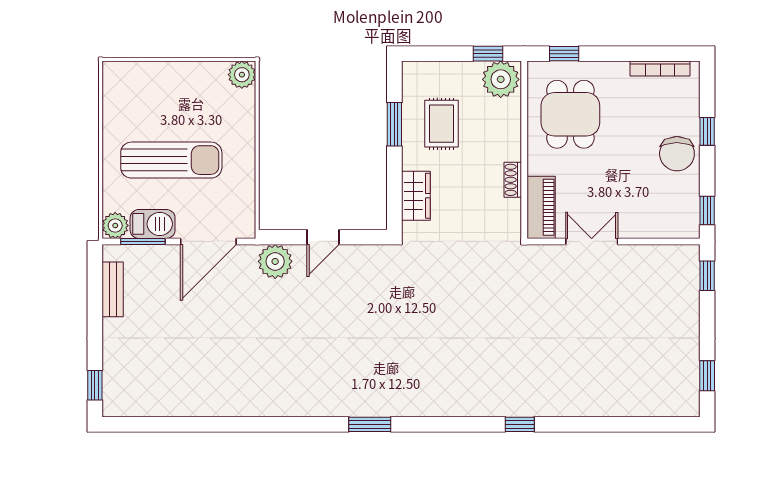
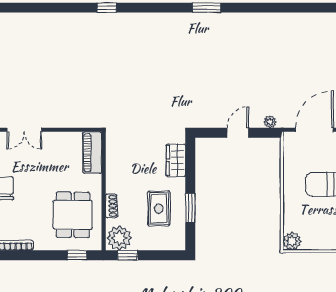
shoe rack: (513, 180) -> (111, 206), moved
double door: (592, 241) -> (24, 130), moved
plant: (275, 261) -> (270, 122), width x0.53, depth x0.53

